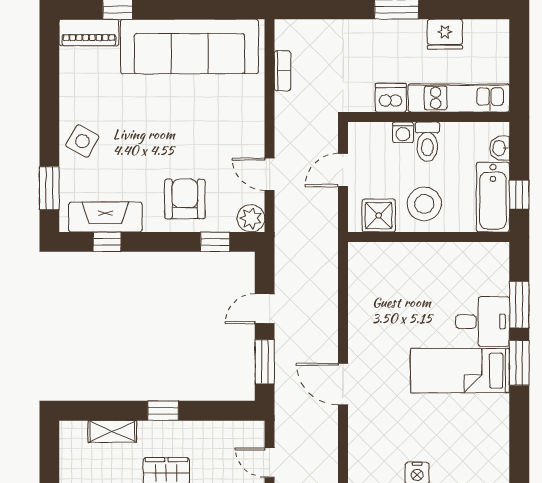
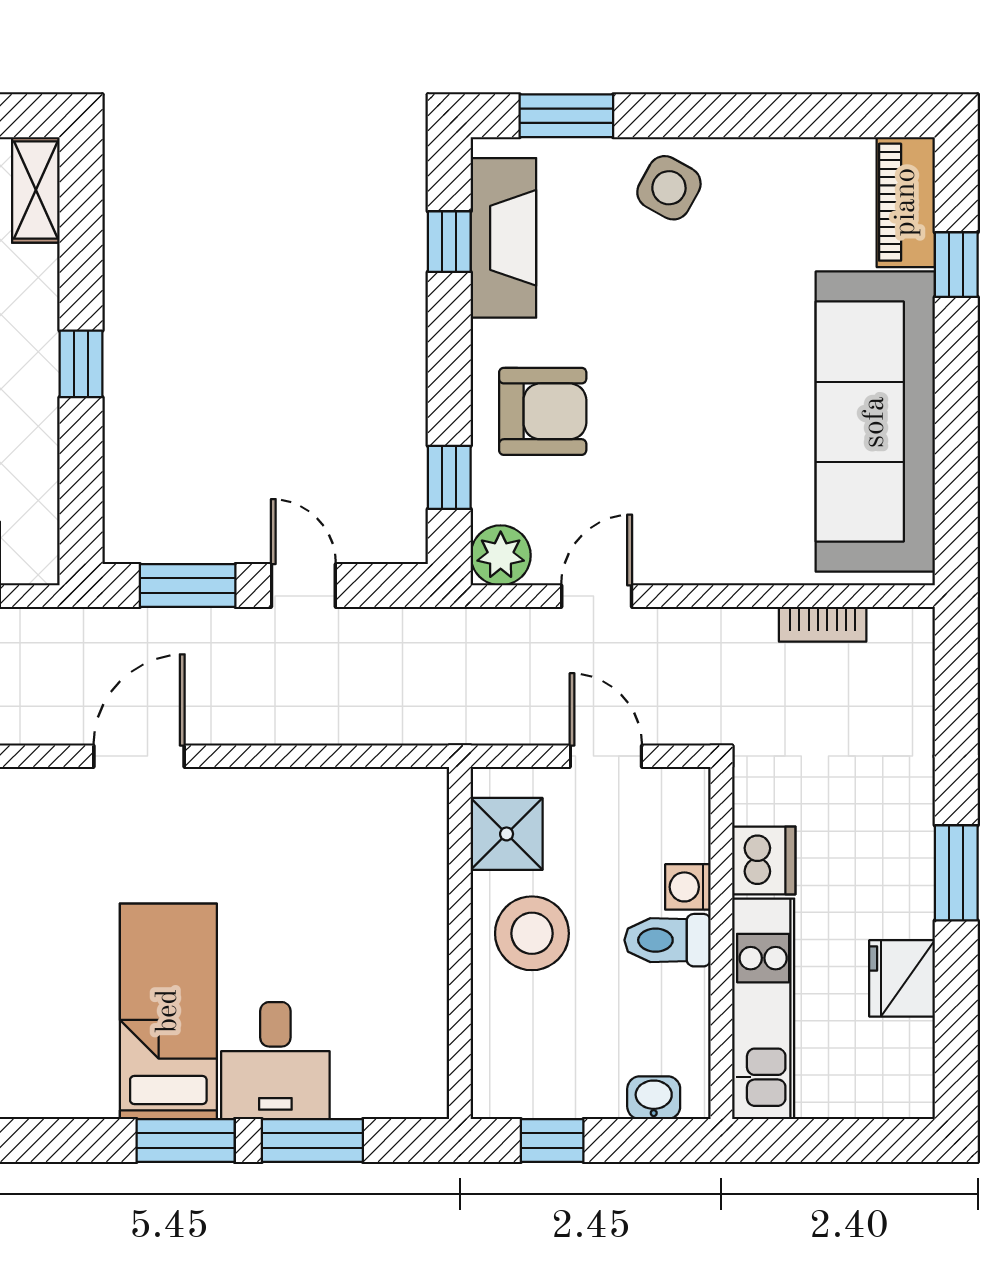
bathtub: (493, 197) -> (547, 1083), removed
shelving: (112, 431) -> (36, 190), moved

